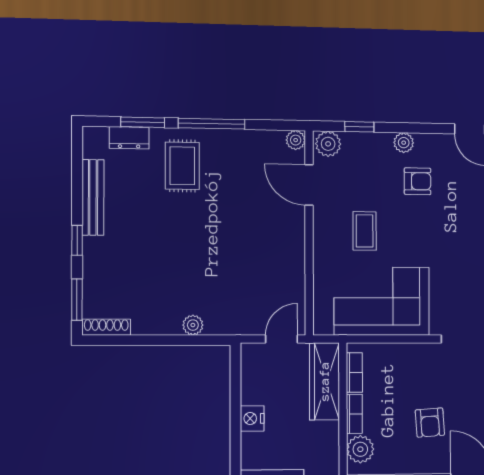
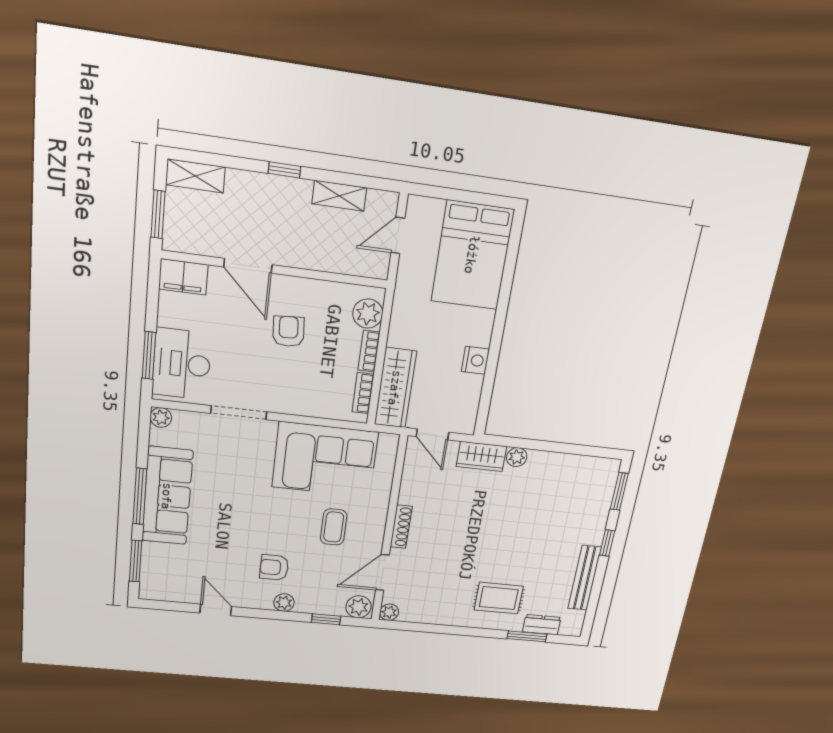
window: (212, 124) -> (465, 631), removed
rug: (182, 166) -> (499, 598), turned 90
door: (309, 185) -> (382, 573), swing flipped
wardrobe: (229, 322) -> (481, 456), added
shoe rack: (106, 327) -> (401, 527), moved, turned -90
door: (282, 339) -> (432, 434), hinge flipped

